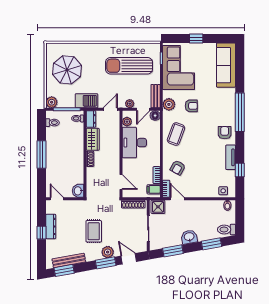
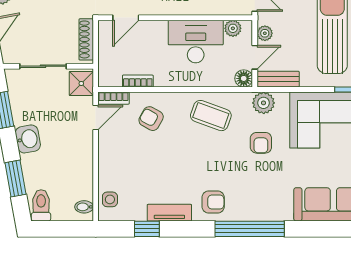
door: (143, 109) -> (255, 57), swing flipped
filing cabinet: (154, 189) -> (112, 76), removed

